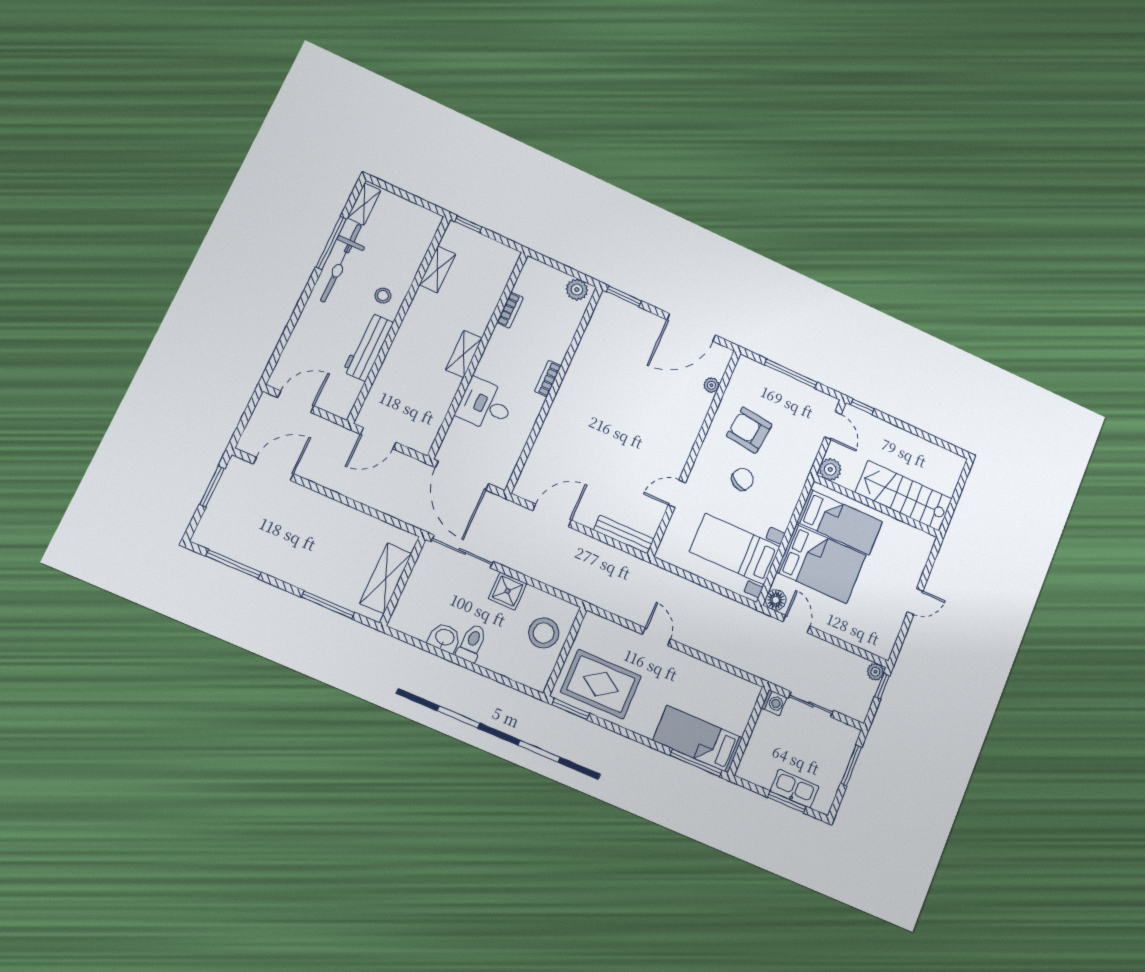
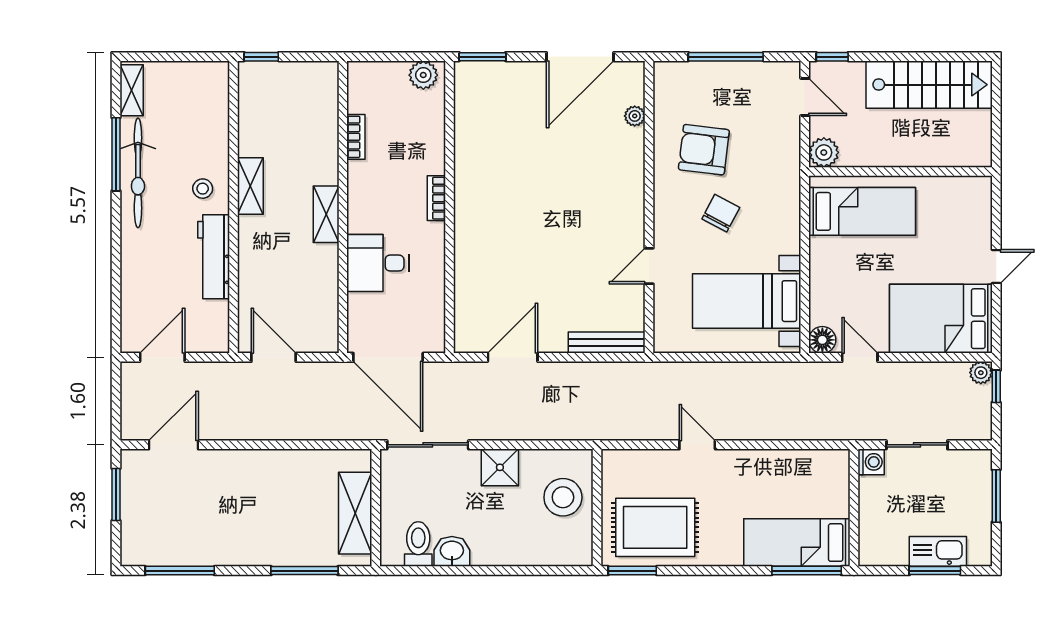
shelving: (437, 269) -> (250, 186), moved
door: (378, 438) -> (274, 357), swing flipped
stairs: (904, 496) -> (929, 85), moved, turned 180
bed: (821, 564) -> (941, 319), moved, turned 180
toilet: (472, 643) -> (418, 544), moved

